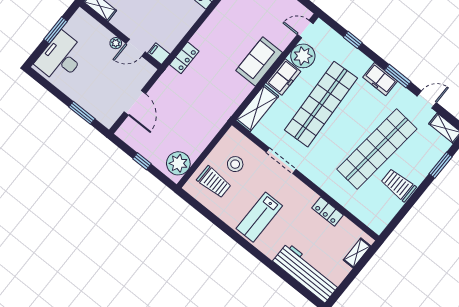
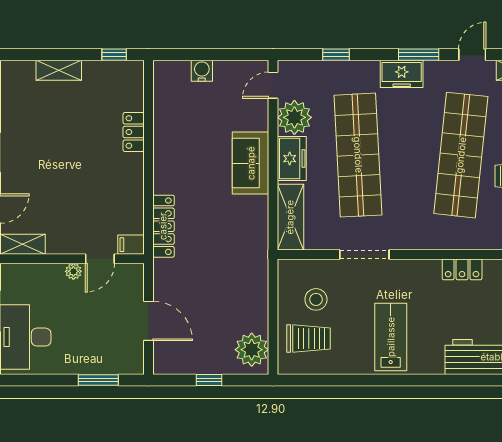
locker: (184, 58) -> (163, 226), width x1.53
lab bench: (259, 217) -> (391, 337), turned 180

